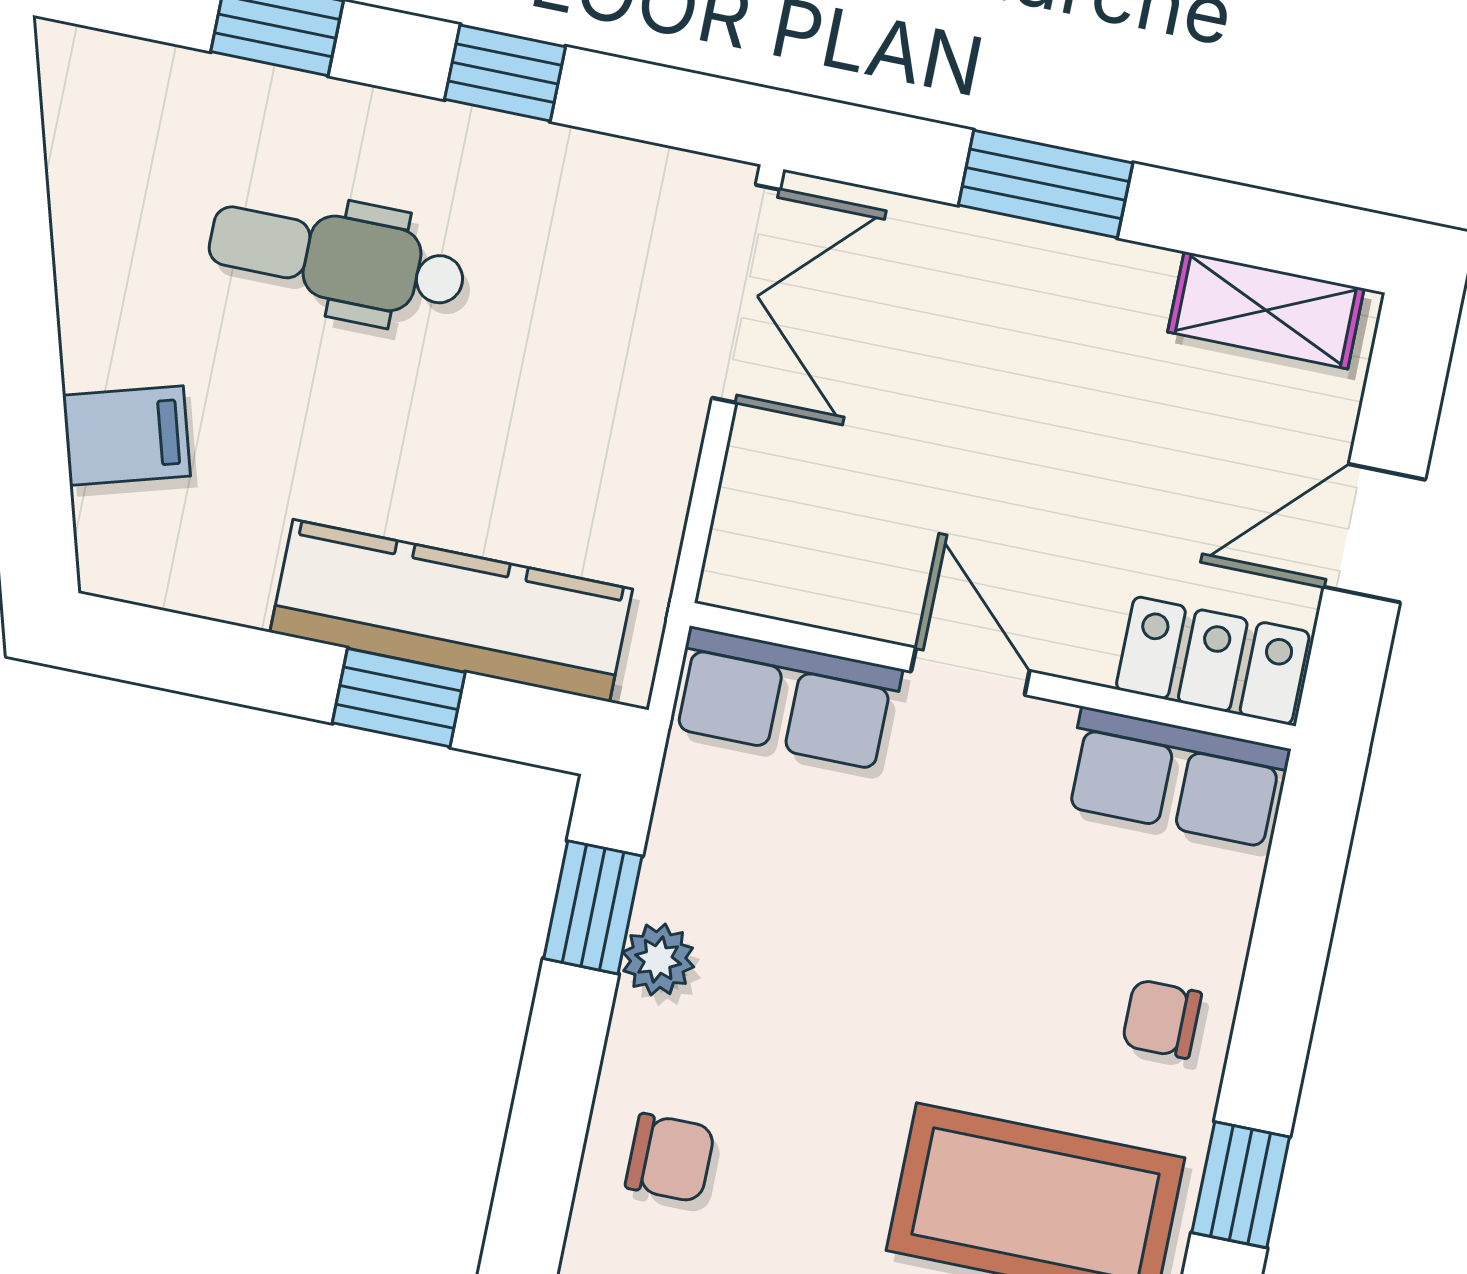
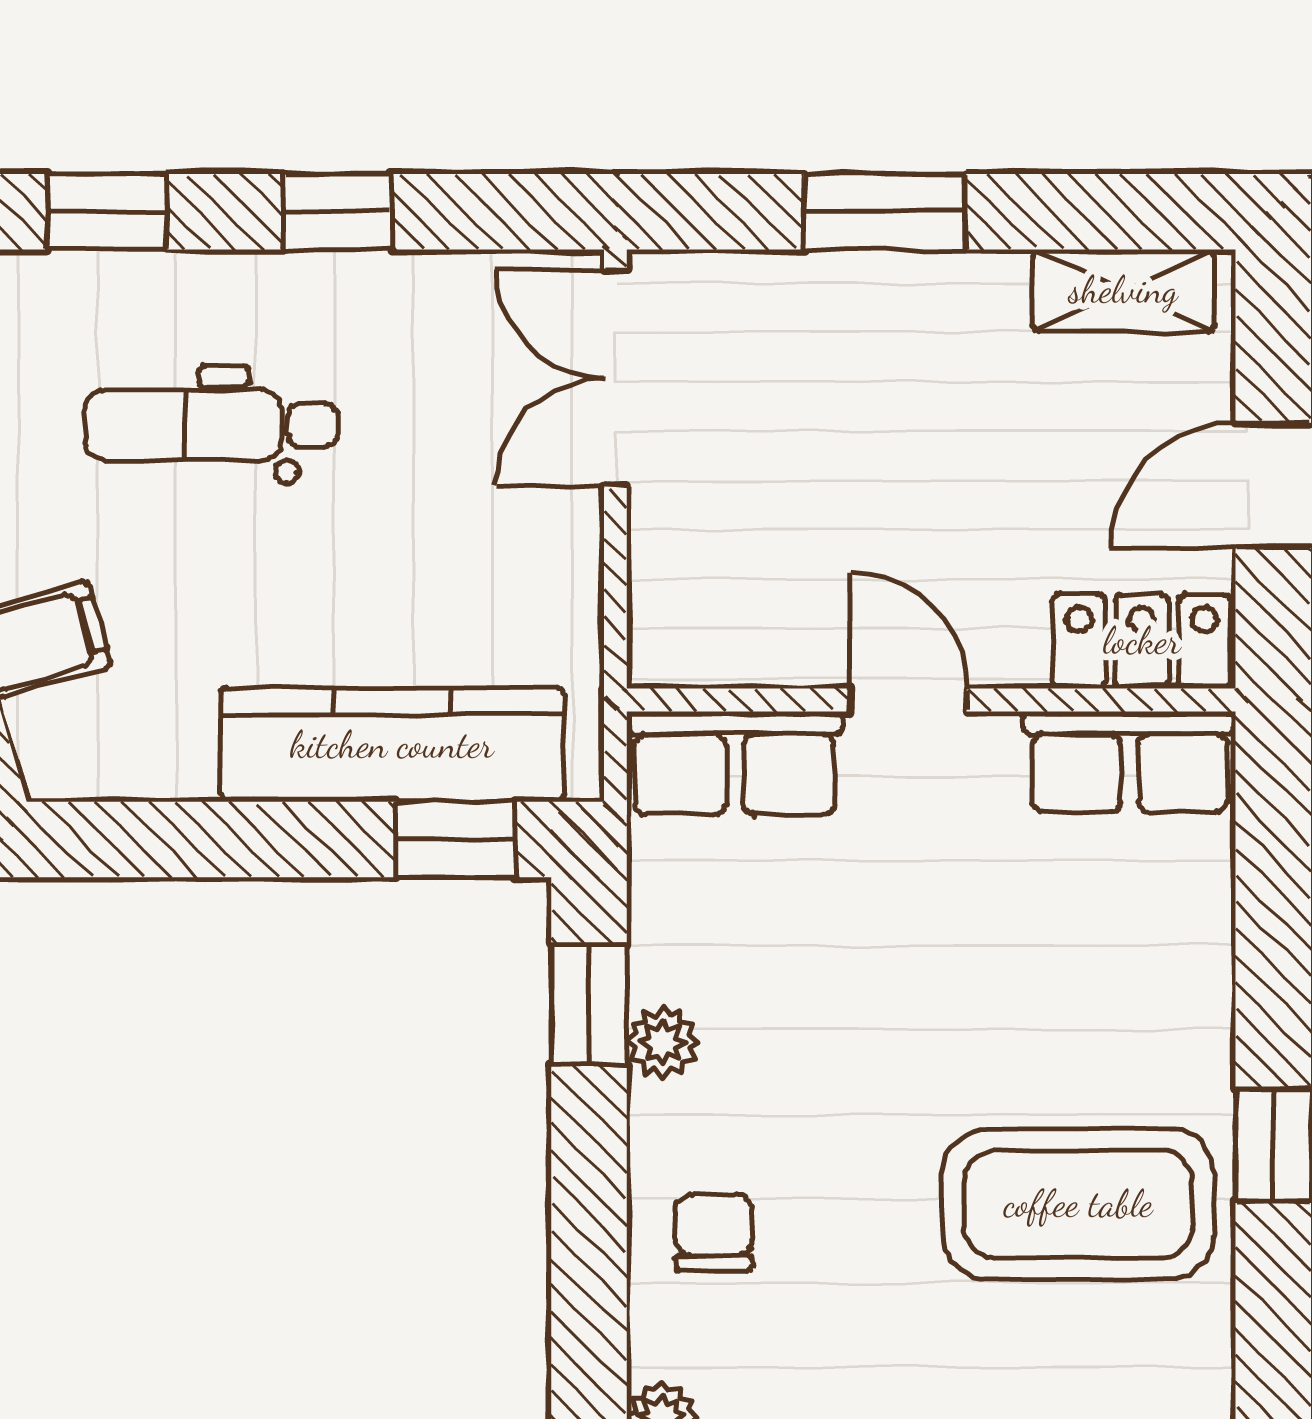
double door: (746, 294) -> (615, 378), swing flipped
window: (399, 698) -> (455, 839), moved
chair: (1162, 1019) -> (1164, 999), removed
chair: (670, 1158) -> (714, 1232), turned -90

